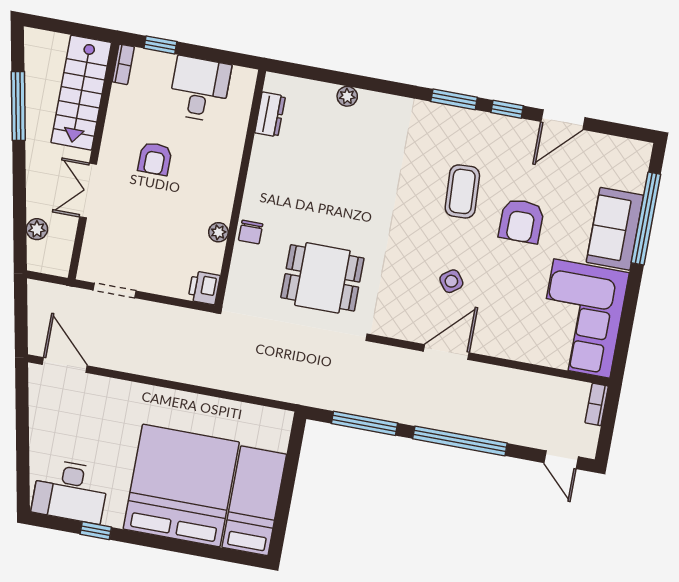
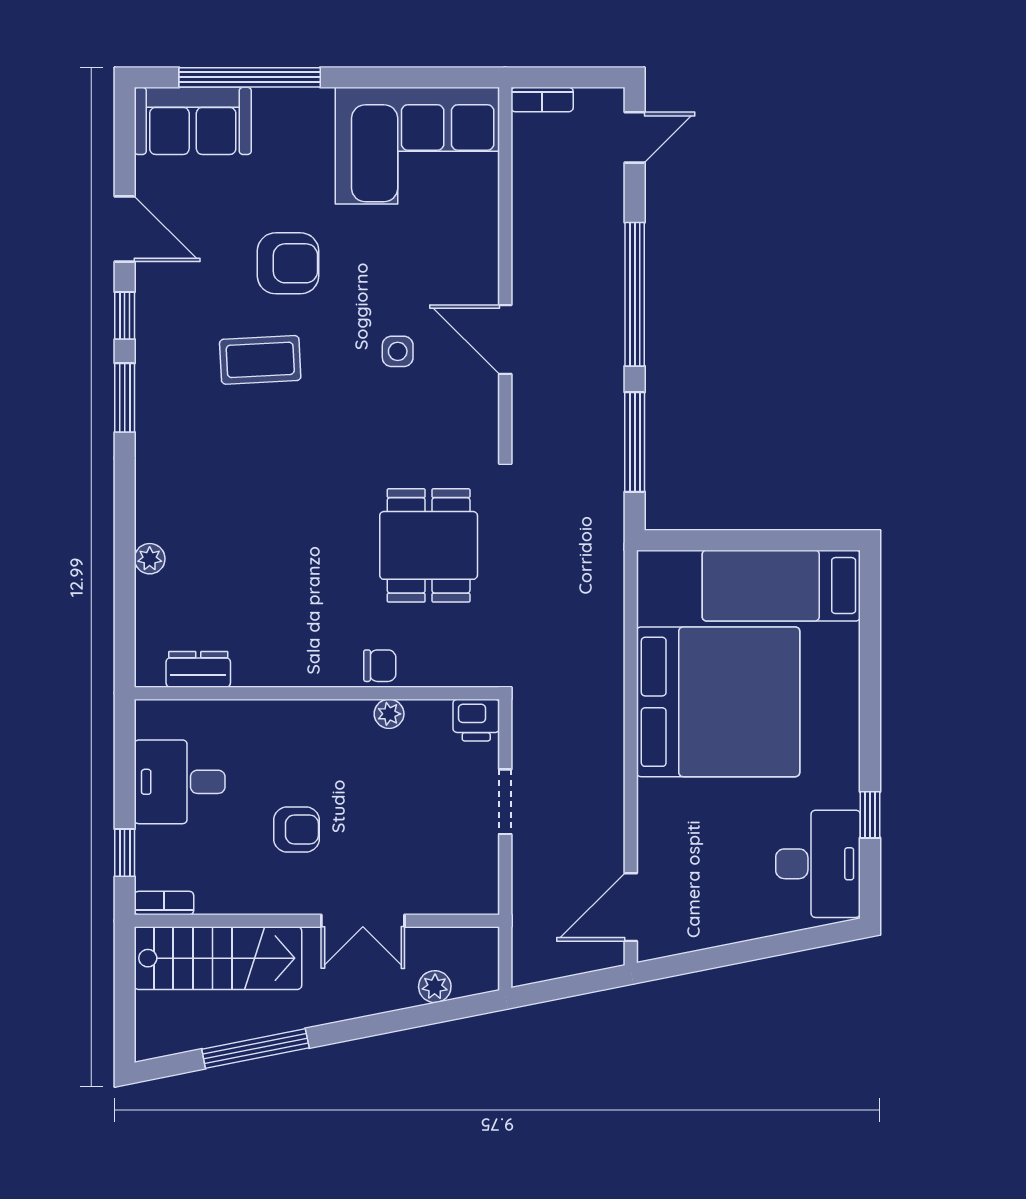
sofa: (615, 229) -> (193, 121), moved
side table: (451, 281) -> (398, 351), turned 36
doorway: (115, 291) -> (505, 802), moved
bed: (181, 486) -> (718, 702), moved, turned 180

